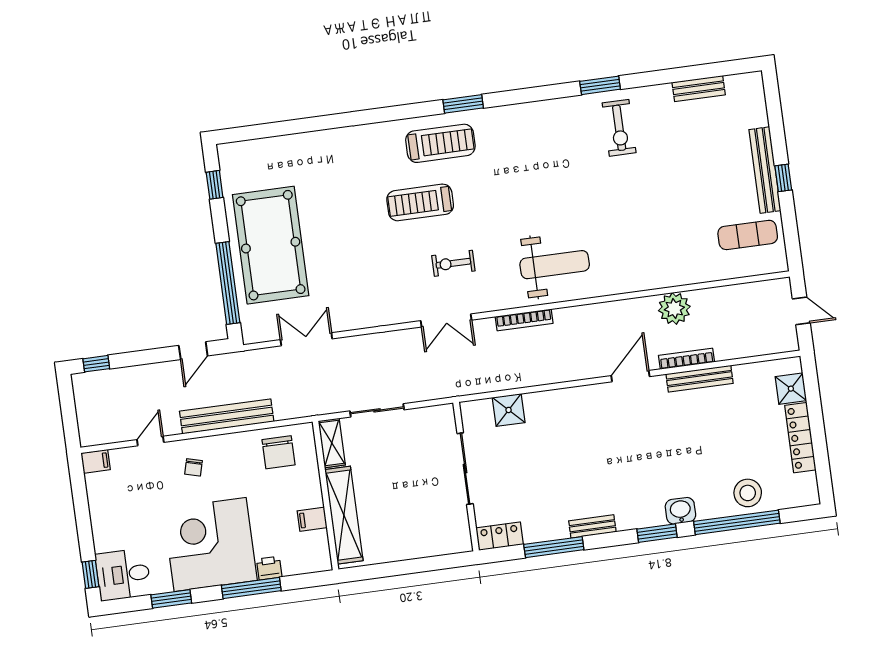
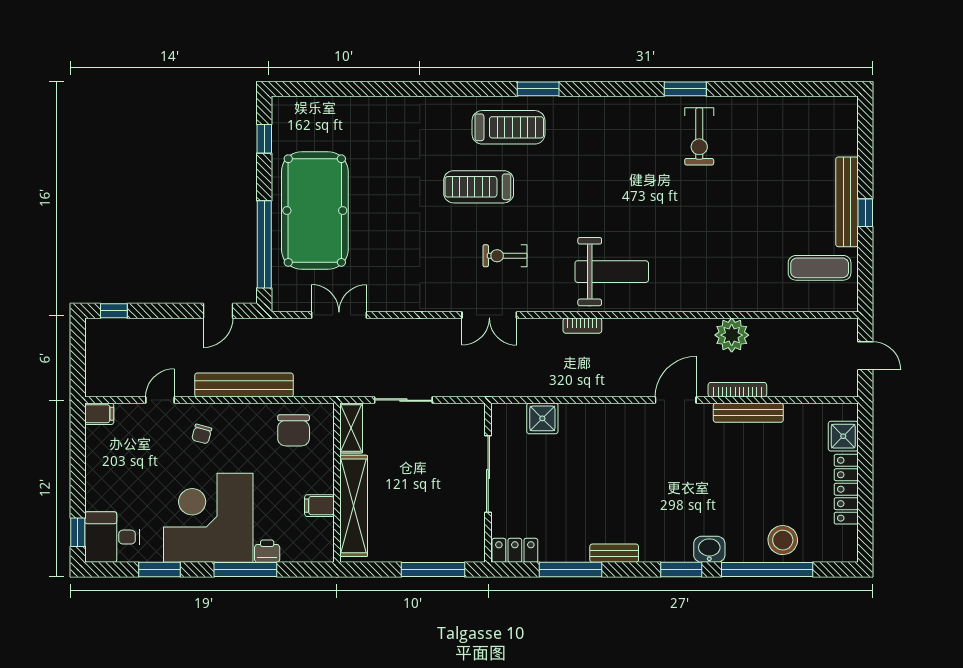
bench: (699, 89) -> (789, 106), removed
bookcase: (524, 320) -> (582, 326), width x0.64
window: (426, 564) -> (433, 570), added

